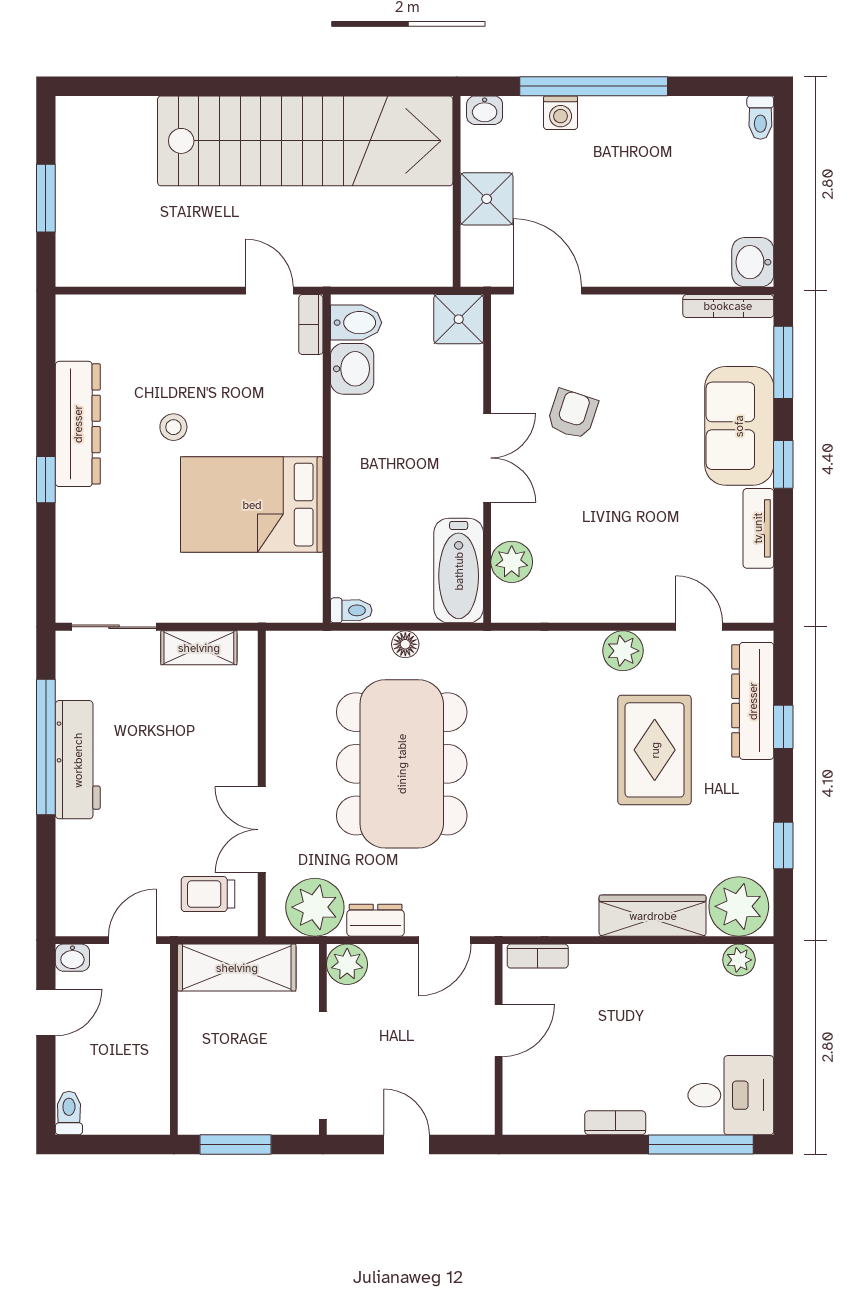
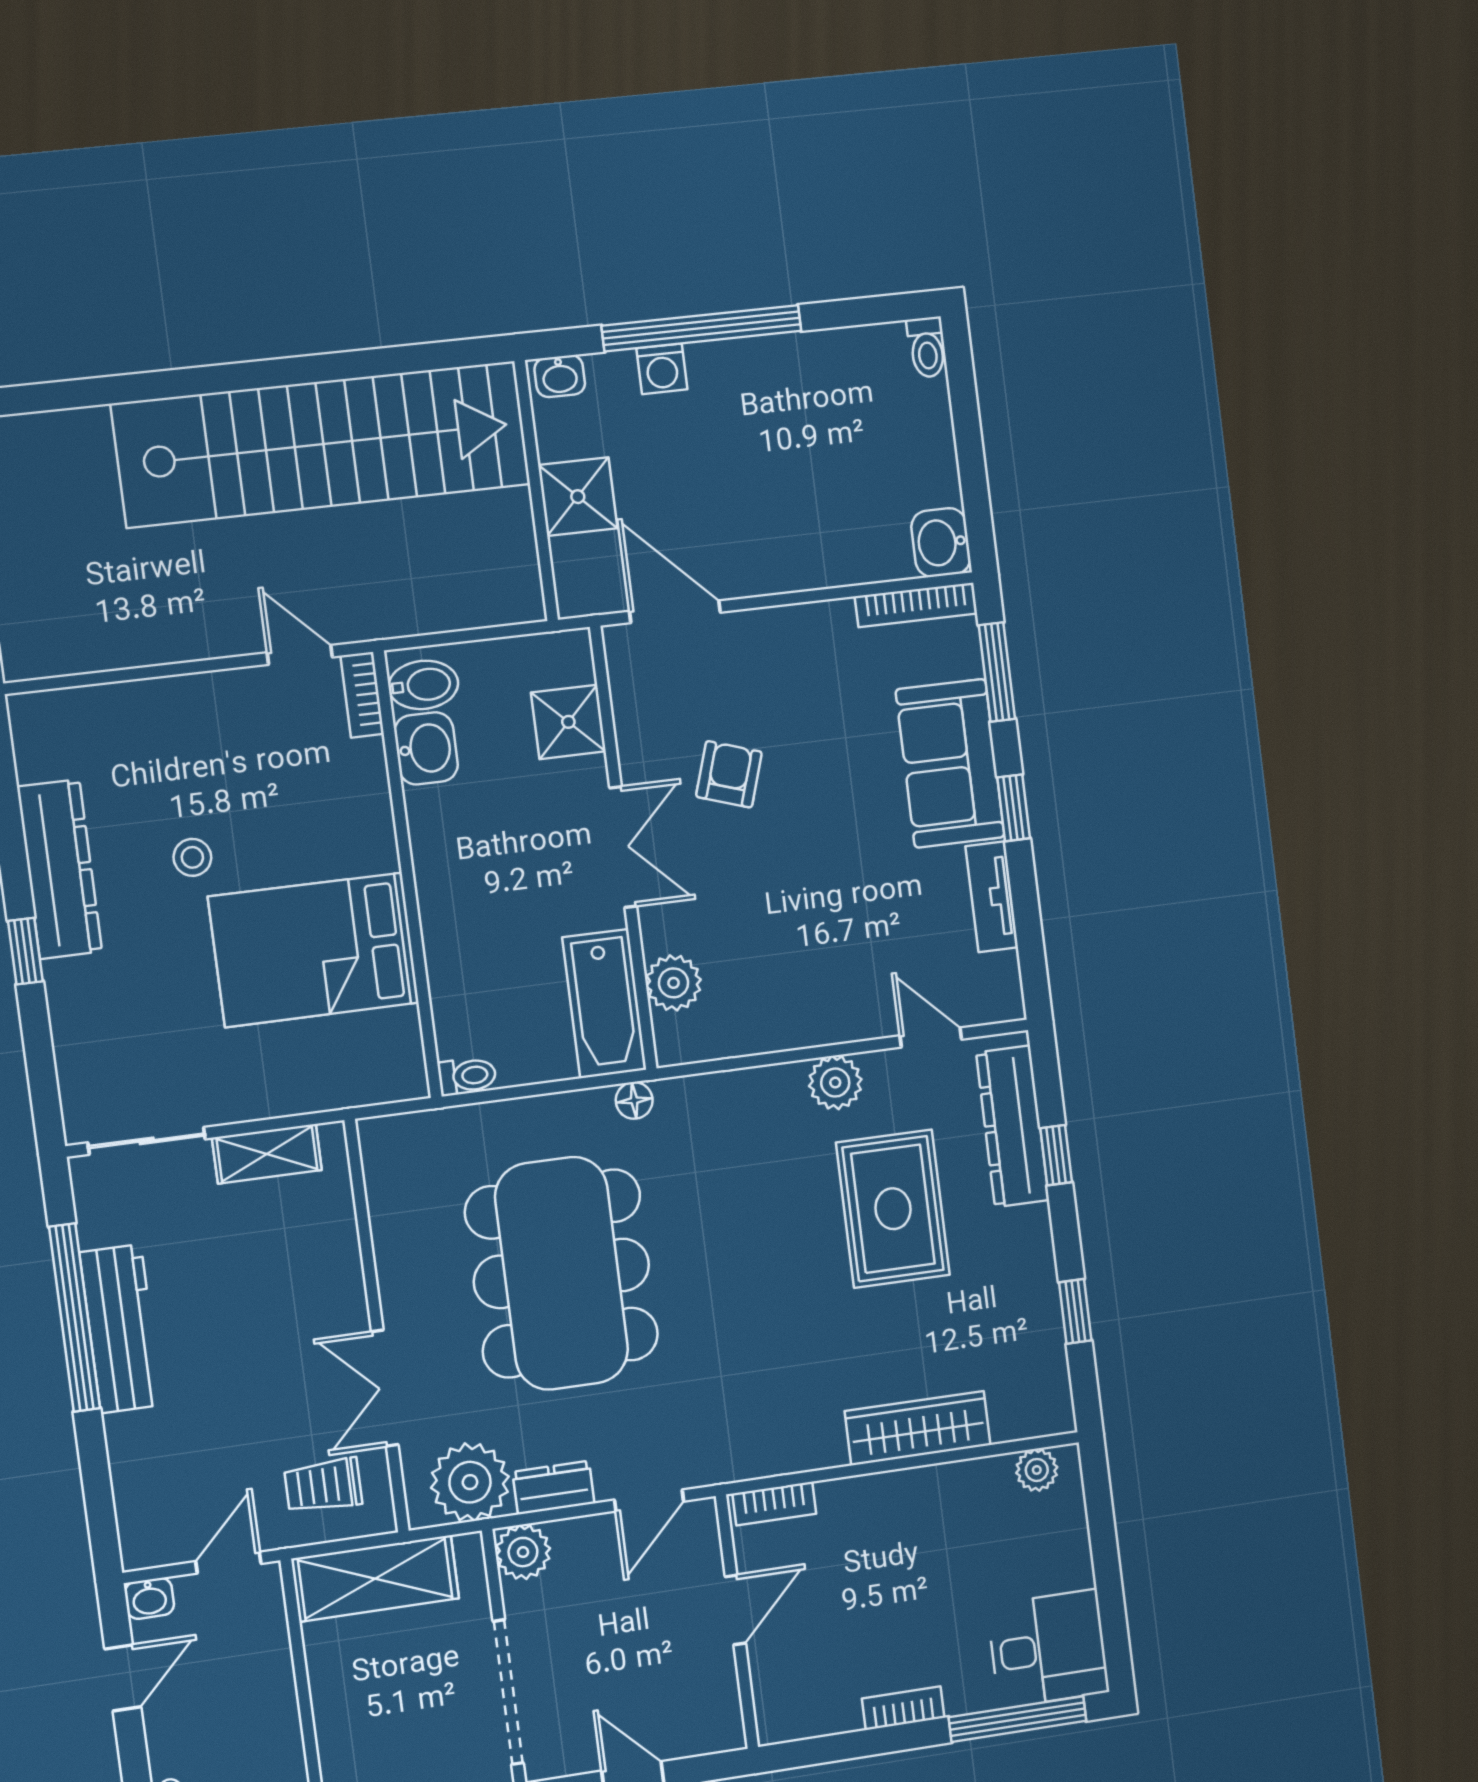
shower: (459, 319) -> (568, 722), moved
floor lamp: (405, 644) -> (634, 1100), moved
plant: (739, 906) -> (1028, 1400), removed

